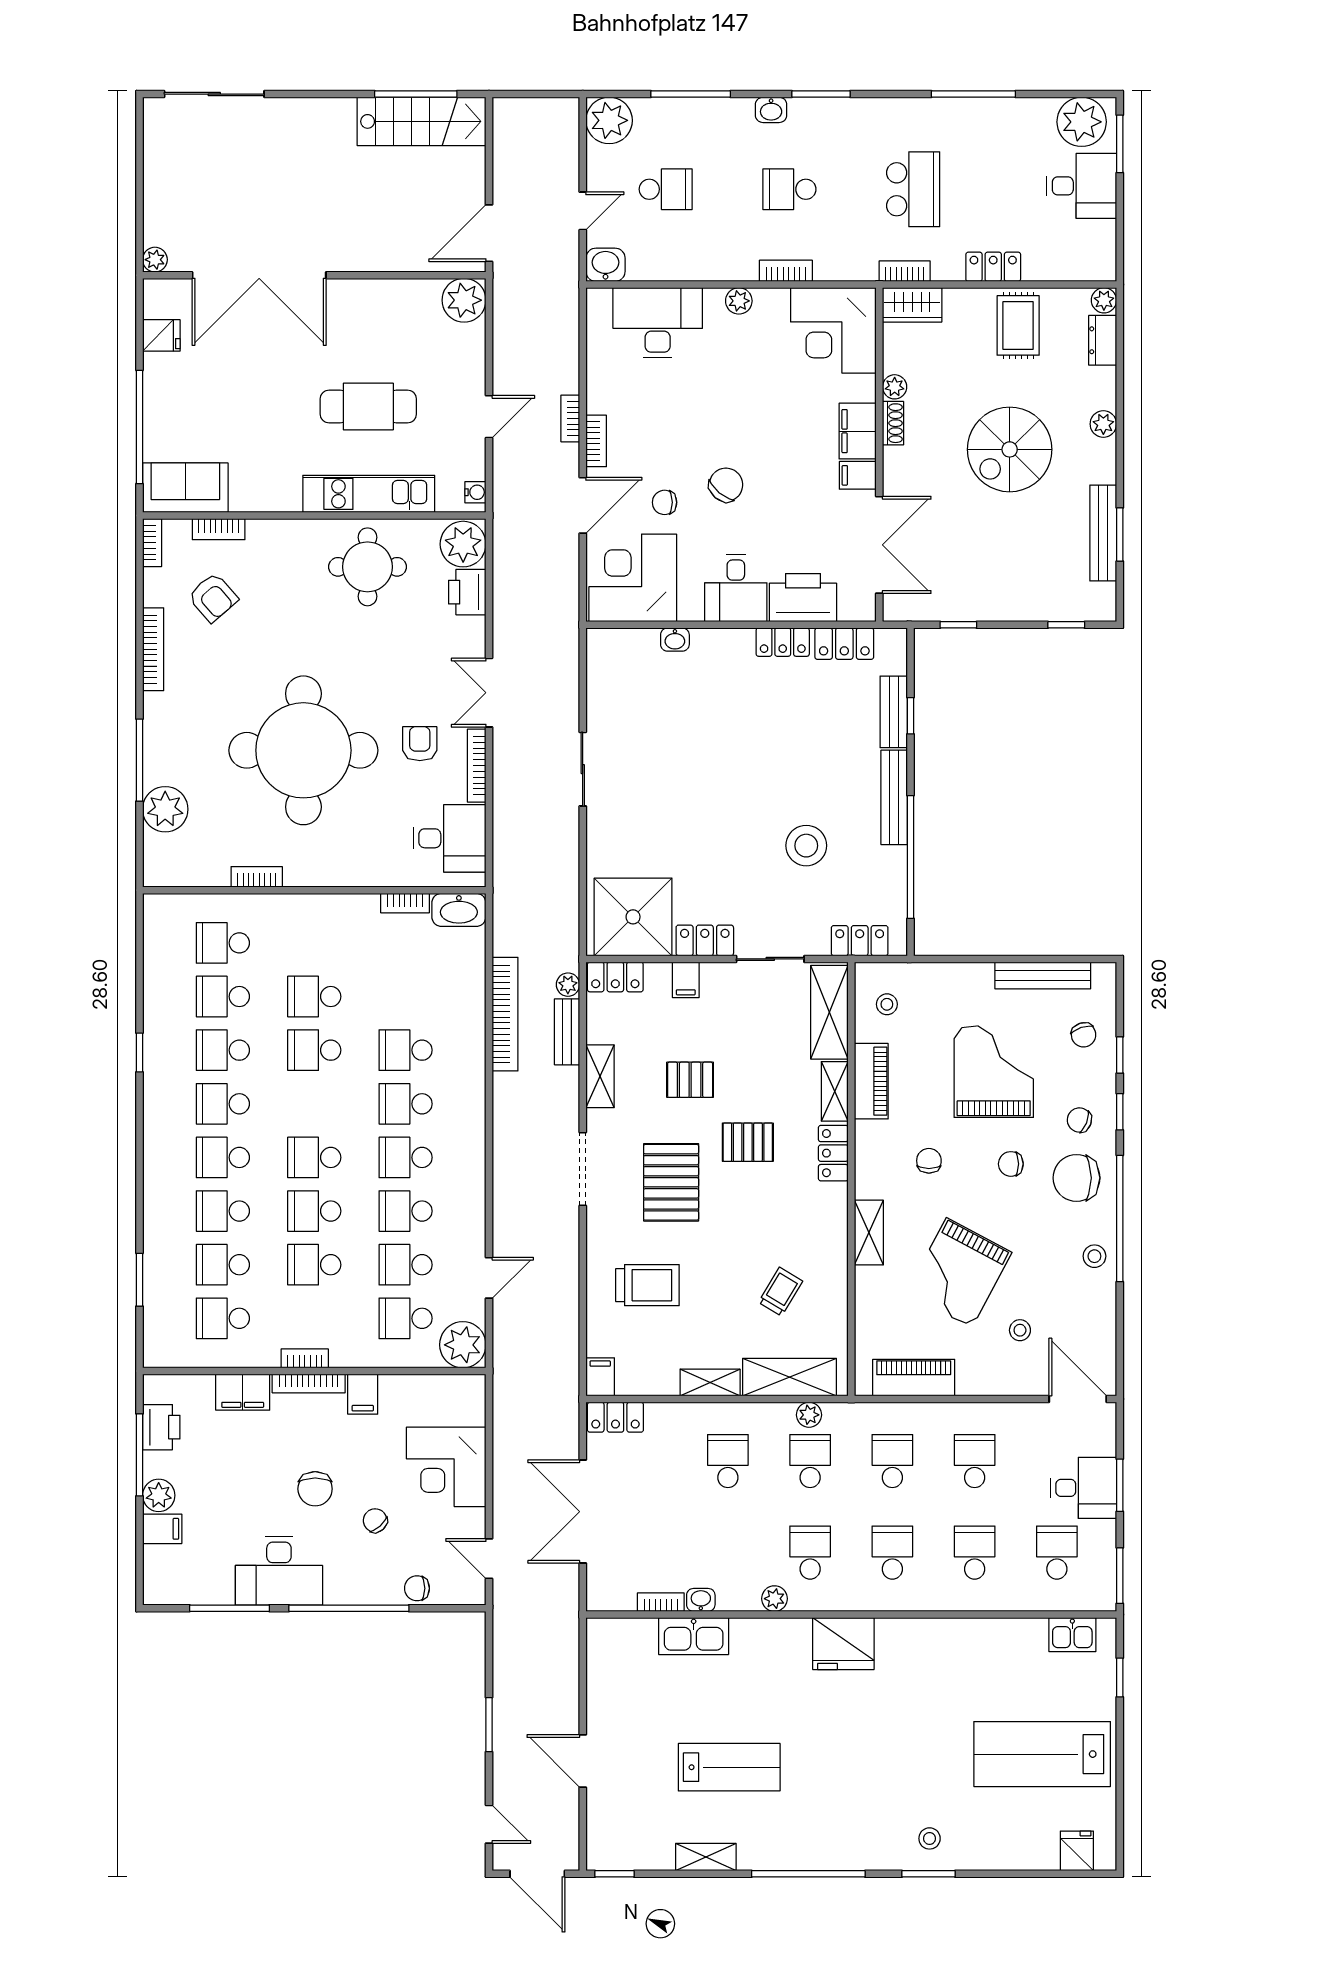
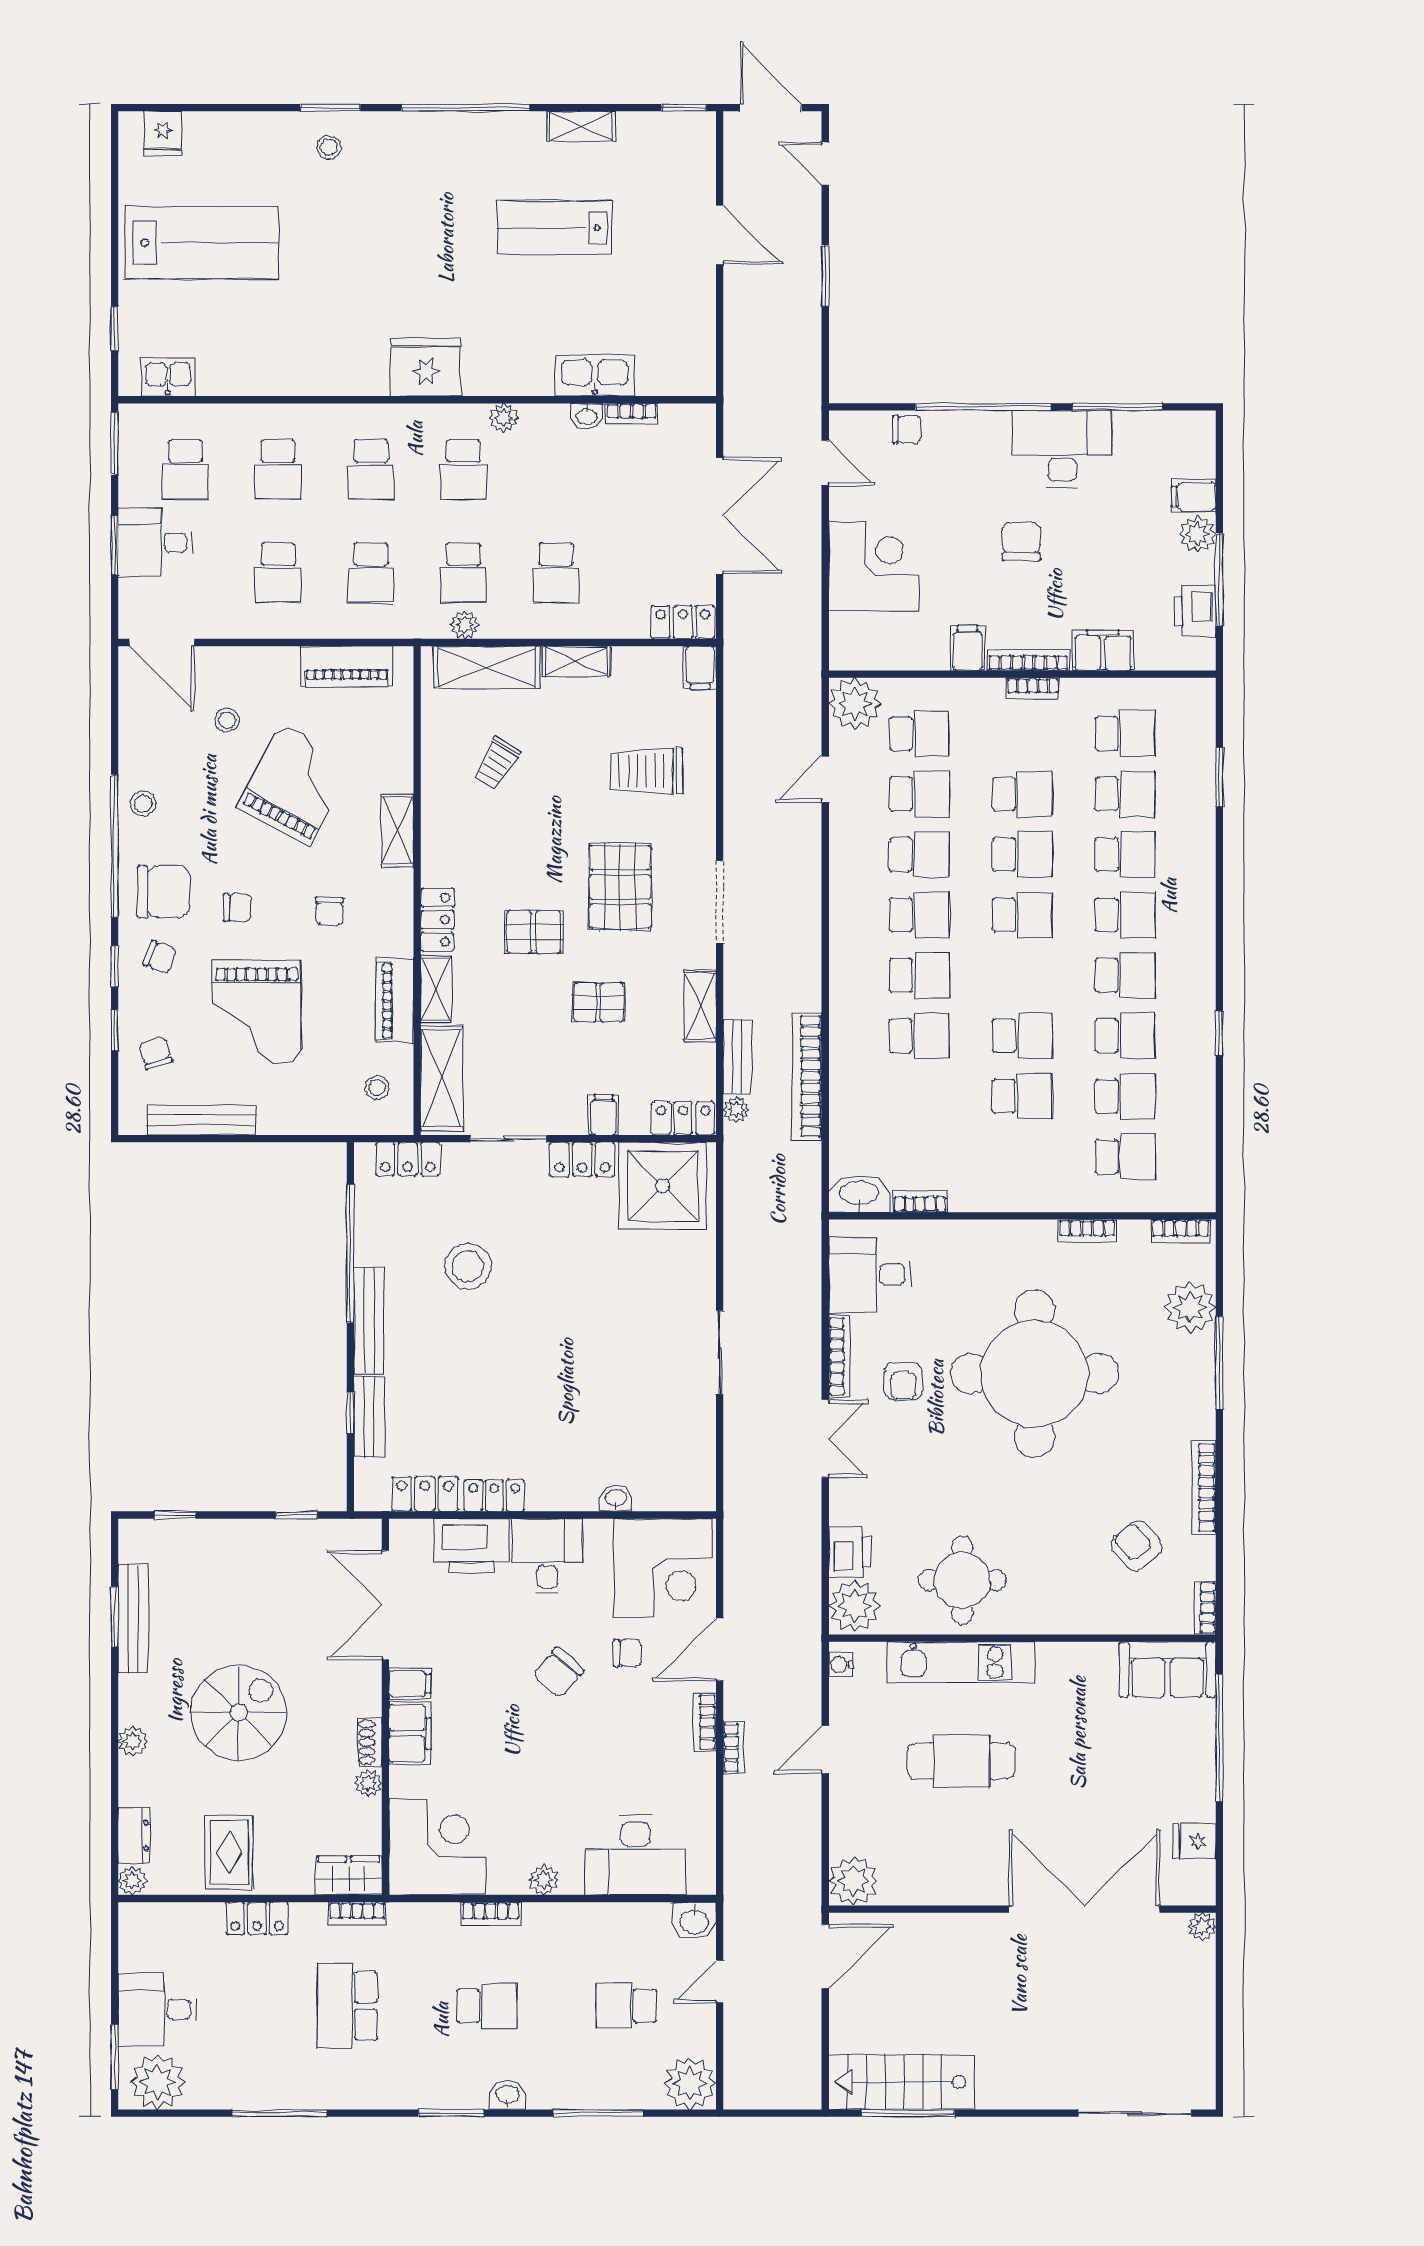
bookcase: (219, 529) -> (1181, 1231), moved, turned 180
chair: (375, 1521) -> (954, 506), removed

